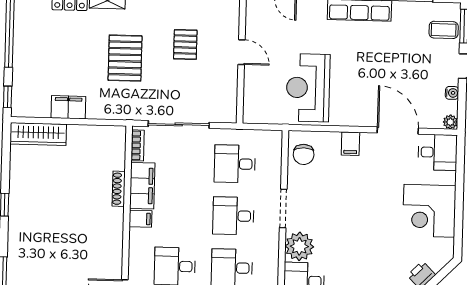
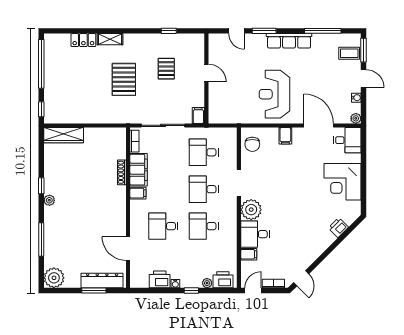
reception desk: (308, 88) -> (274, 94), moved
filing cabinet: (68, 107) -> (198, 115), moved, width x0.50
plant: (15, 225) -> (49, 200), added

